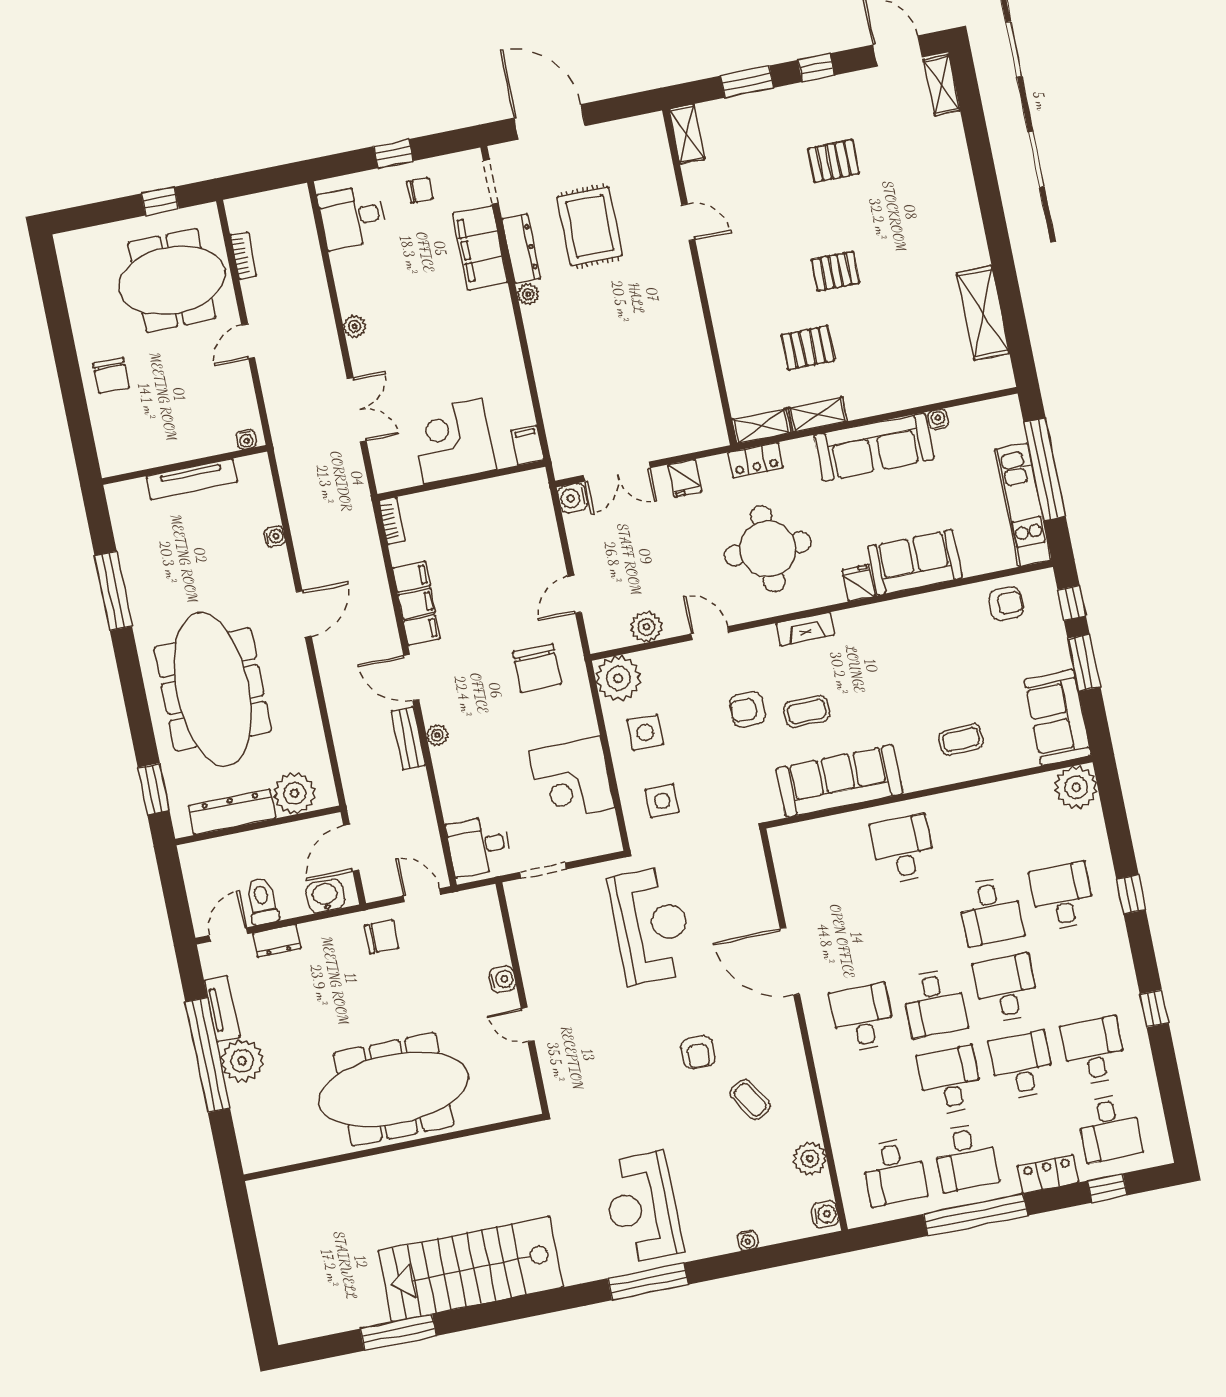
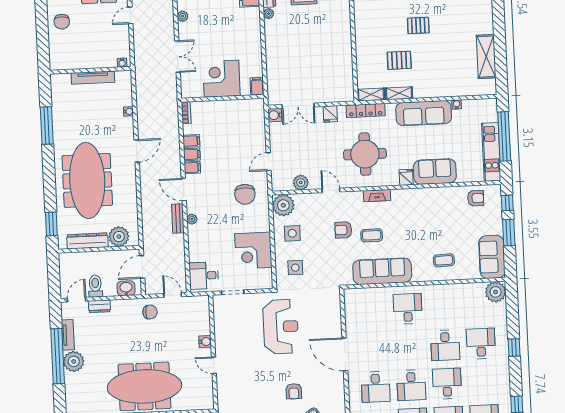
locker: (755, 460) -> (366, 110), width x1.53
desk: (862, 1018) -> (376, 387), turned 180

